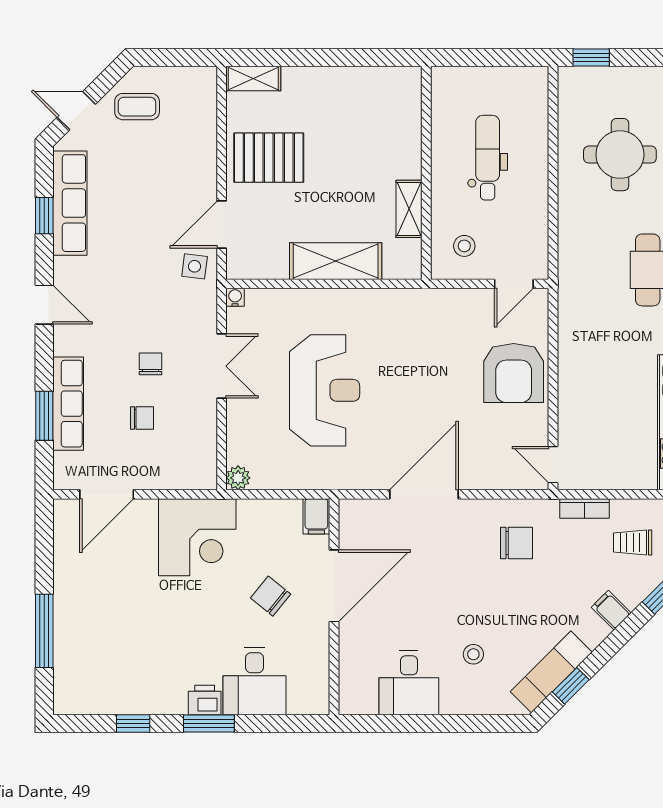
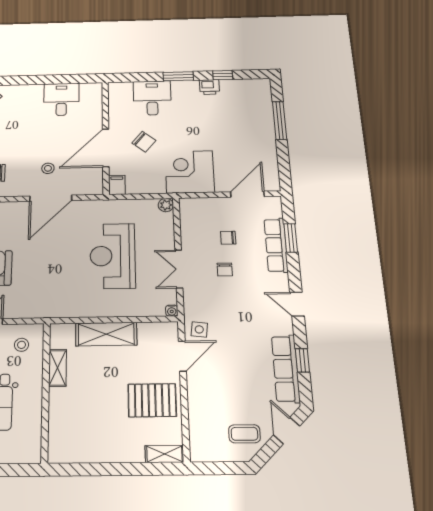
door: (76, 111) -> (287, 431), swing flipped
stool: (473, 654) -> (48, 168), moved
printer: (205, 700) -> (209, 87), moved

